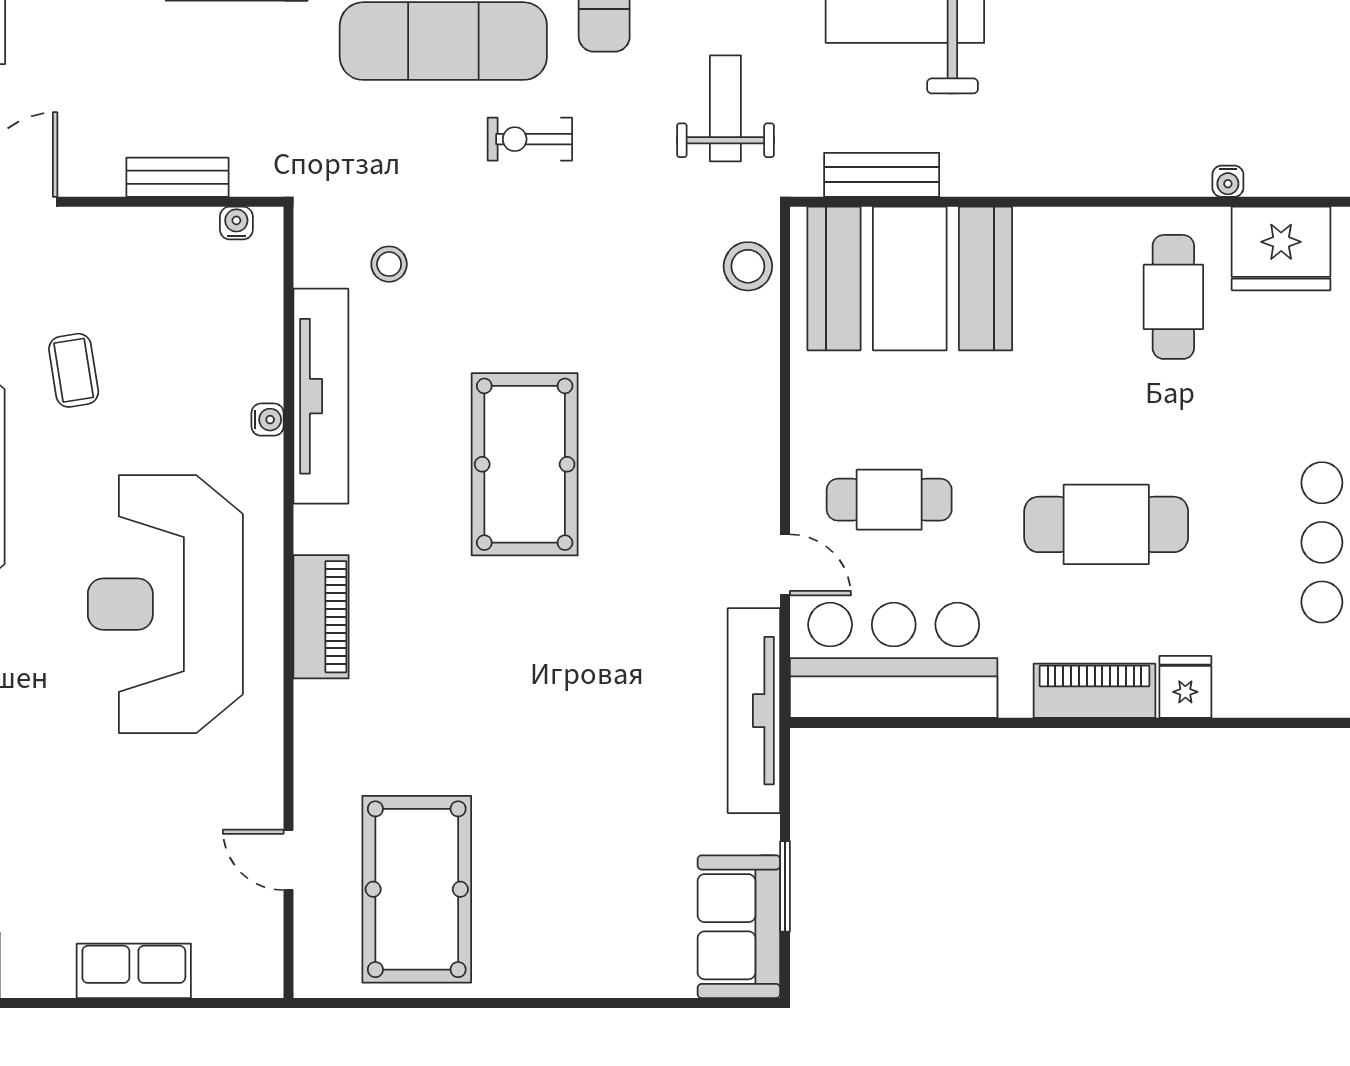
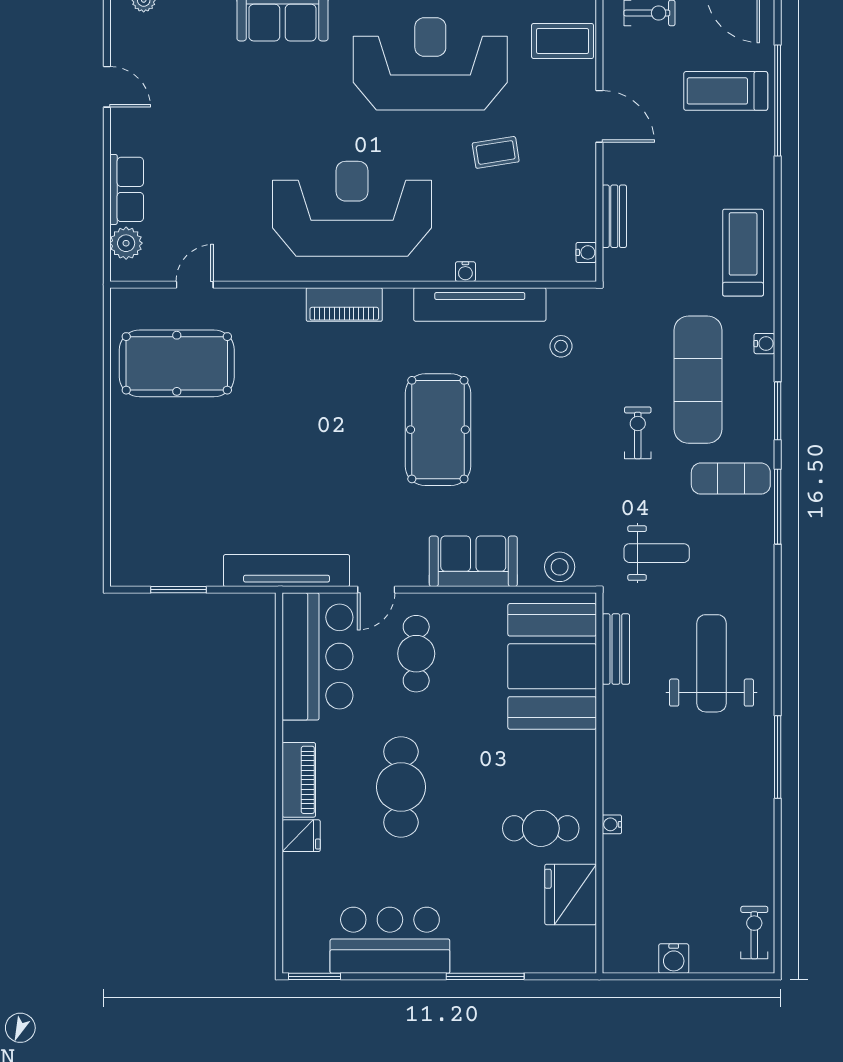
water cooler: (1228, 181) -> (612, 824), moved
pool table: (525, 464) -> (438, 430), turned 90
sofa: (739, 927) -> (473, 561), moved
plant: (221, 972) -> (126, 243), added

